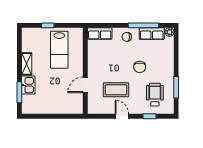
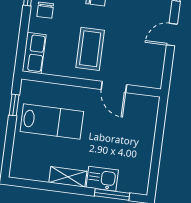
window: (48, 25) -> (14, 105), moved
coffee table: (116, 90) -> (90, 49), moved

